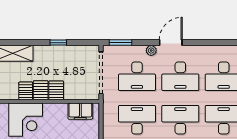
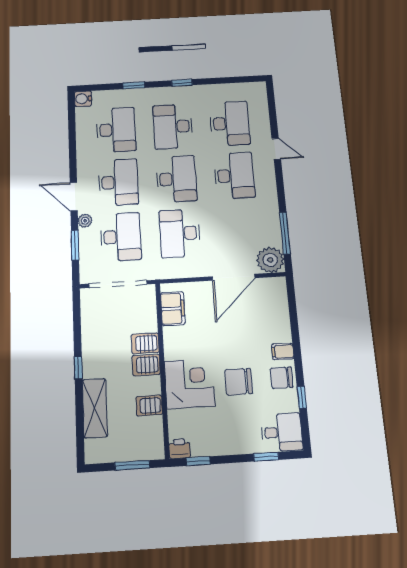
window: (58, 43) -> (78, 368), moved
window: (120, 43) -> (75, 245), moved
server rack: (26, 91) -> (149, 406), moved
desk: (180, 120) -> (176, 179), turned 180

